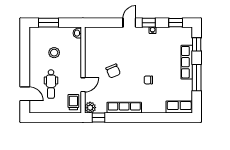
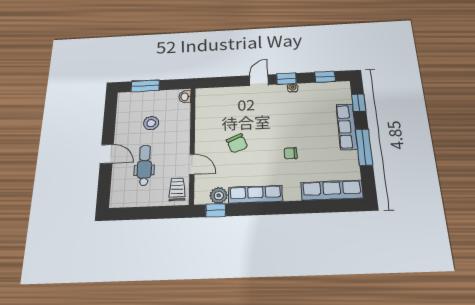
dental chair: (51, 84) -> (144, 165), turned 180
door: (83, 85) -> (192, 164), hinge flipped
door: (25, 94) -> (107, 154), moved
row of seats: (179, 107) -> (332, 190), width x1.48
plant: (90, 108) -> (219, 196), moved

